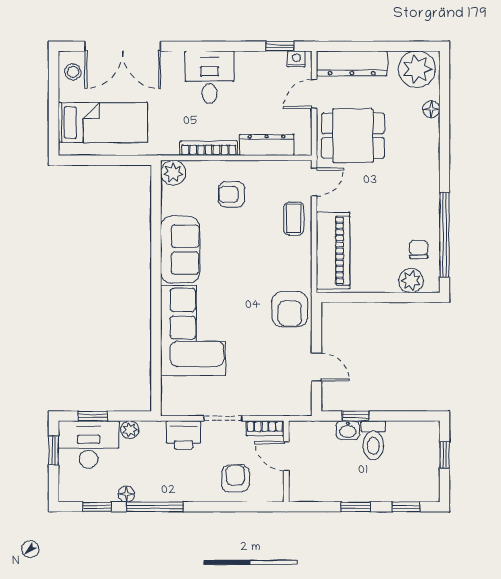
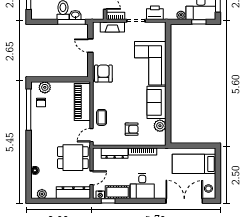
cot: (261, 64) -> (117, 192), added
plant: (417, 69) -> (42, 194), width x0.53, depth x0.53
plant: (173, 173) -> (160, 126), moved
fireplace: (271, 406) -> (112, 27), added
window: (356, 416) -> (71, 22), width x2.17

